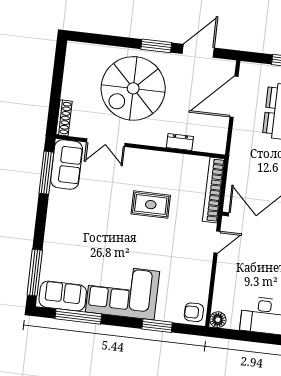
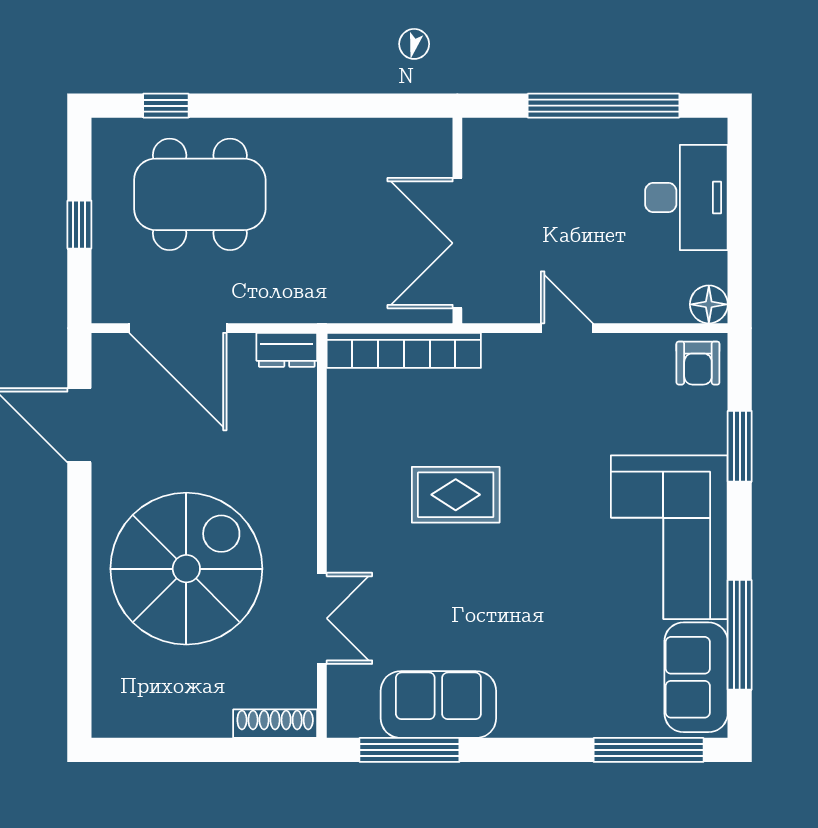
window: (156, 46) -> (79, 526), removed
spiral stairs: (133, 88) -> (186, 569), turned -90
dresser: (180, 142) -> (287, 350), moved, turned -90
sofa: (67, 165) -> (438, 705), moved
rug: (151, 205) -> (456, 495), turned 90
door: (217, 242) -> (567, 328), moved

